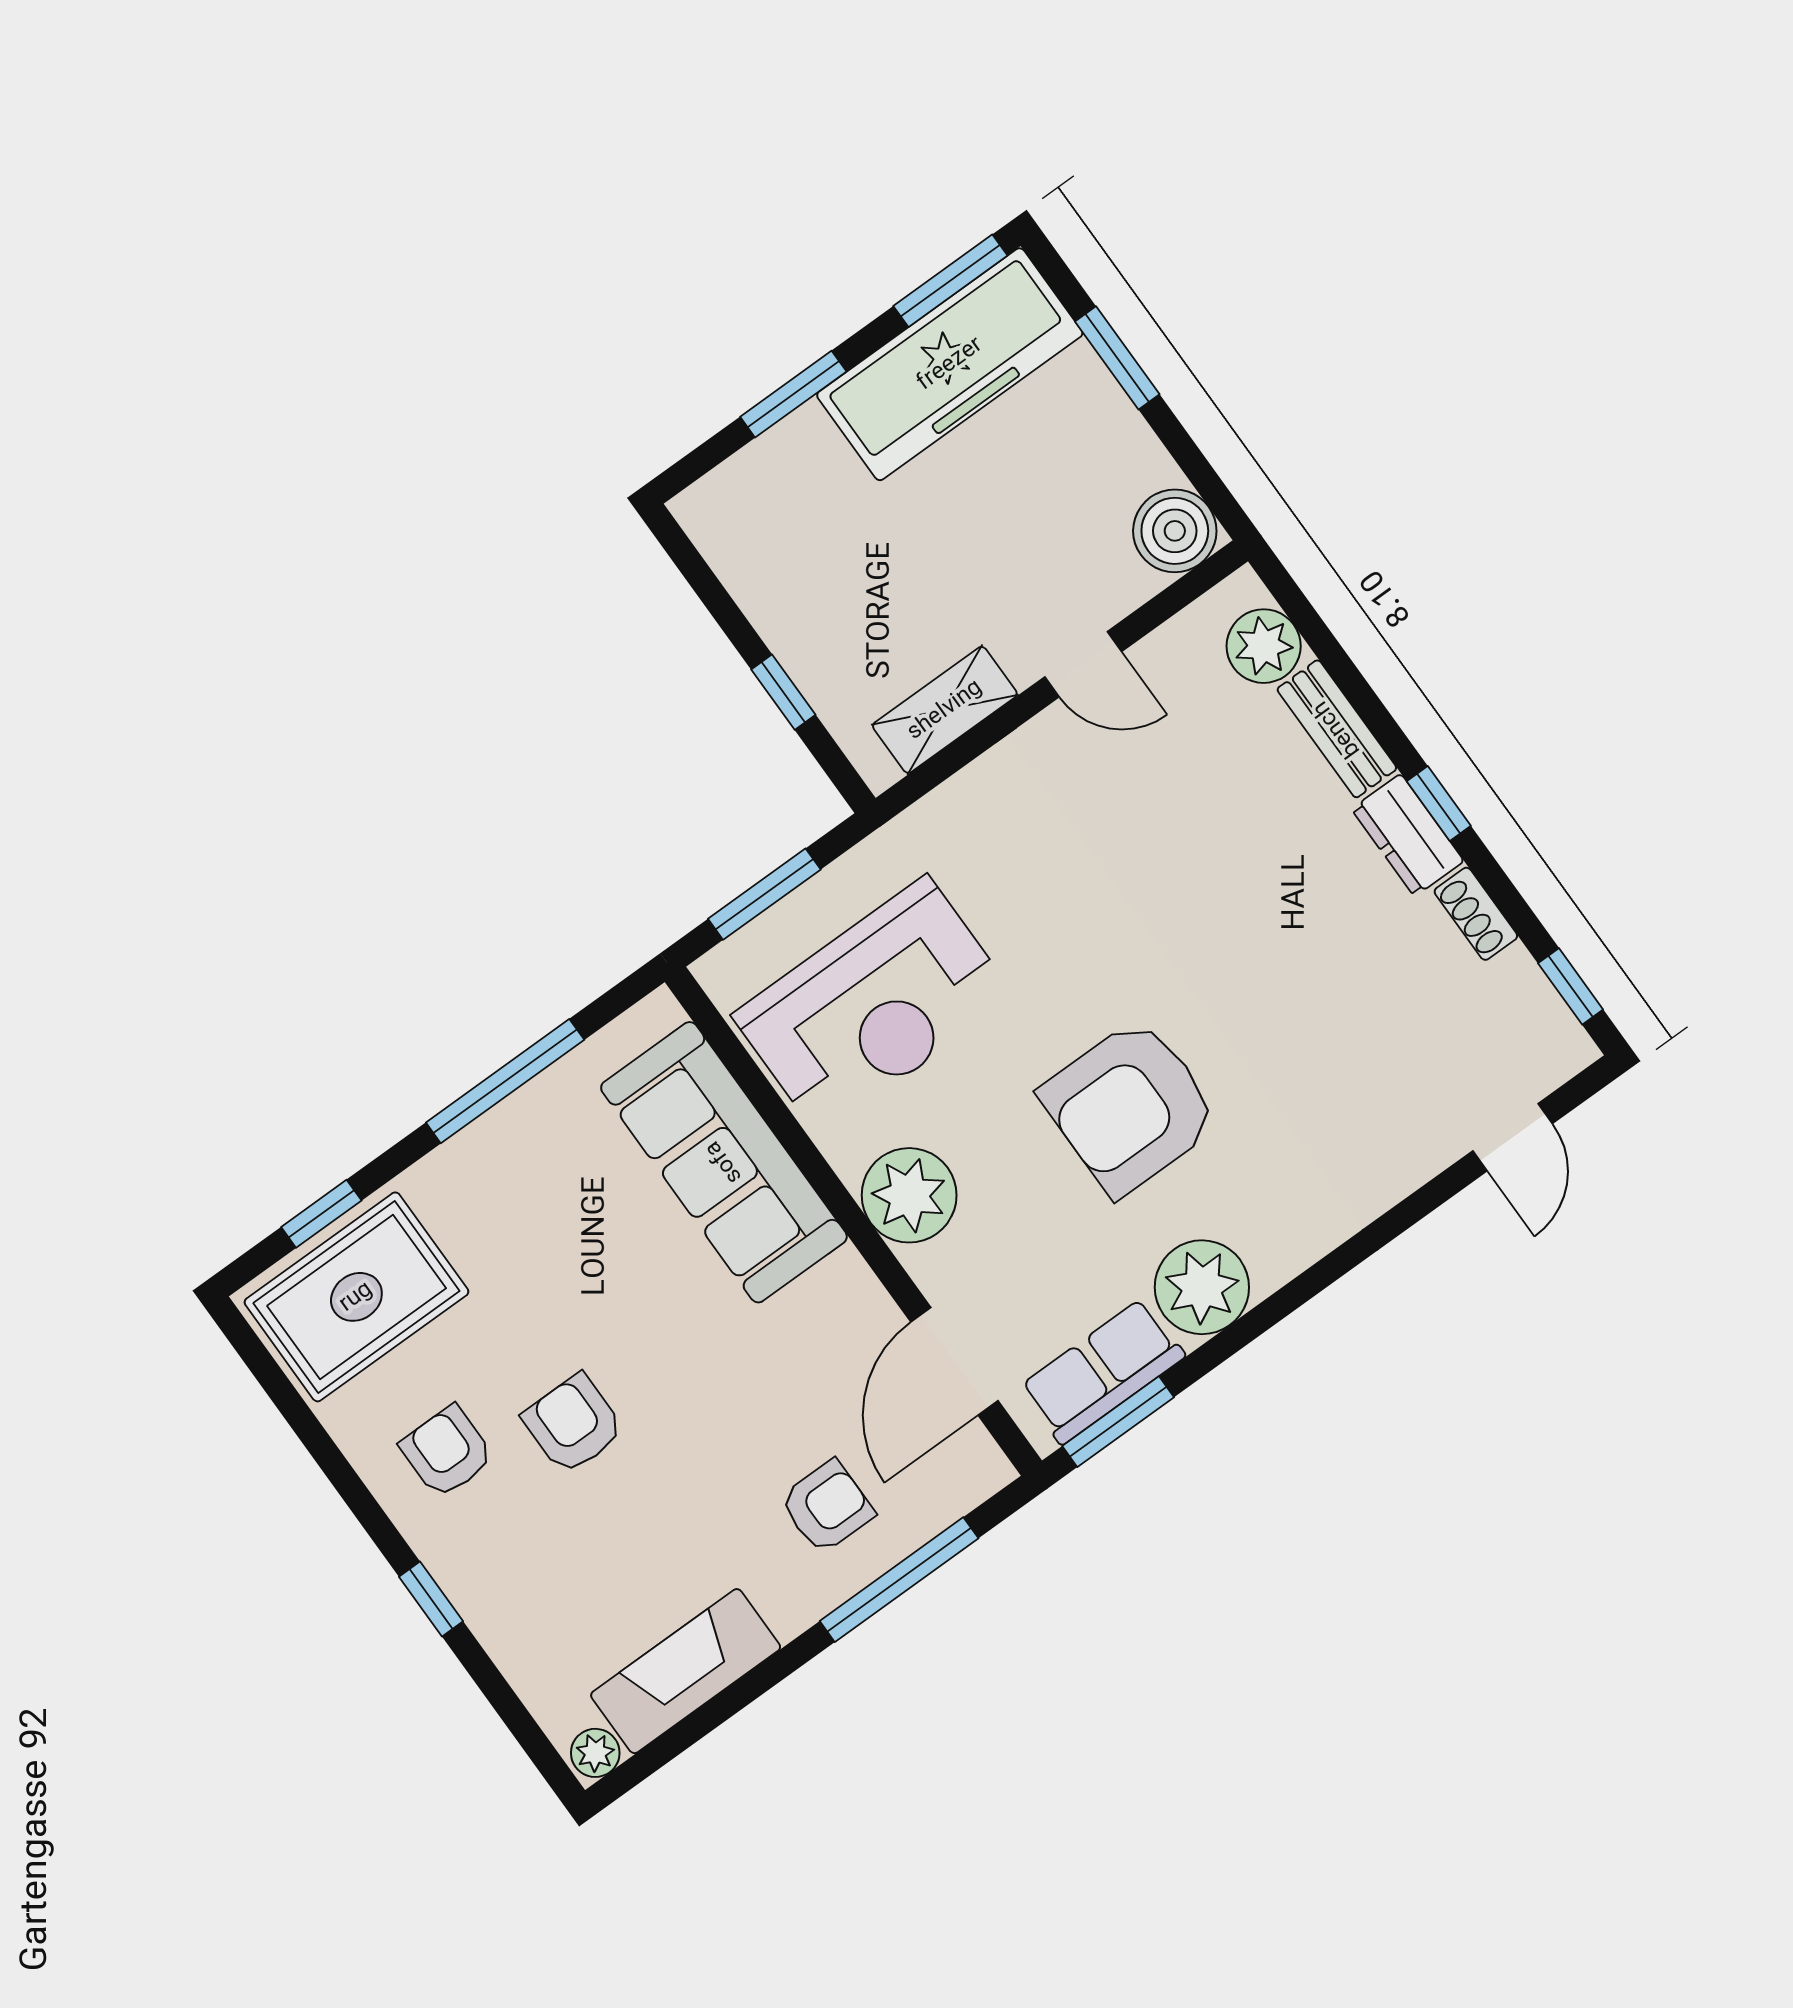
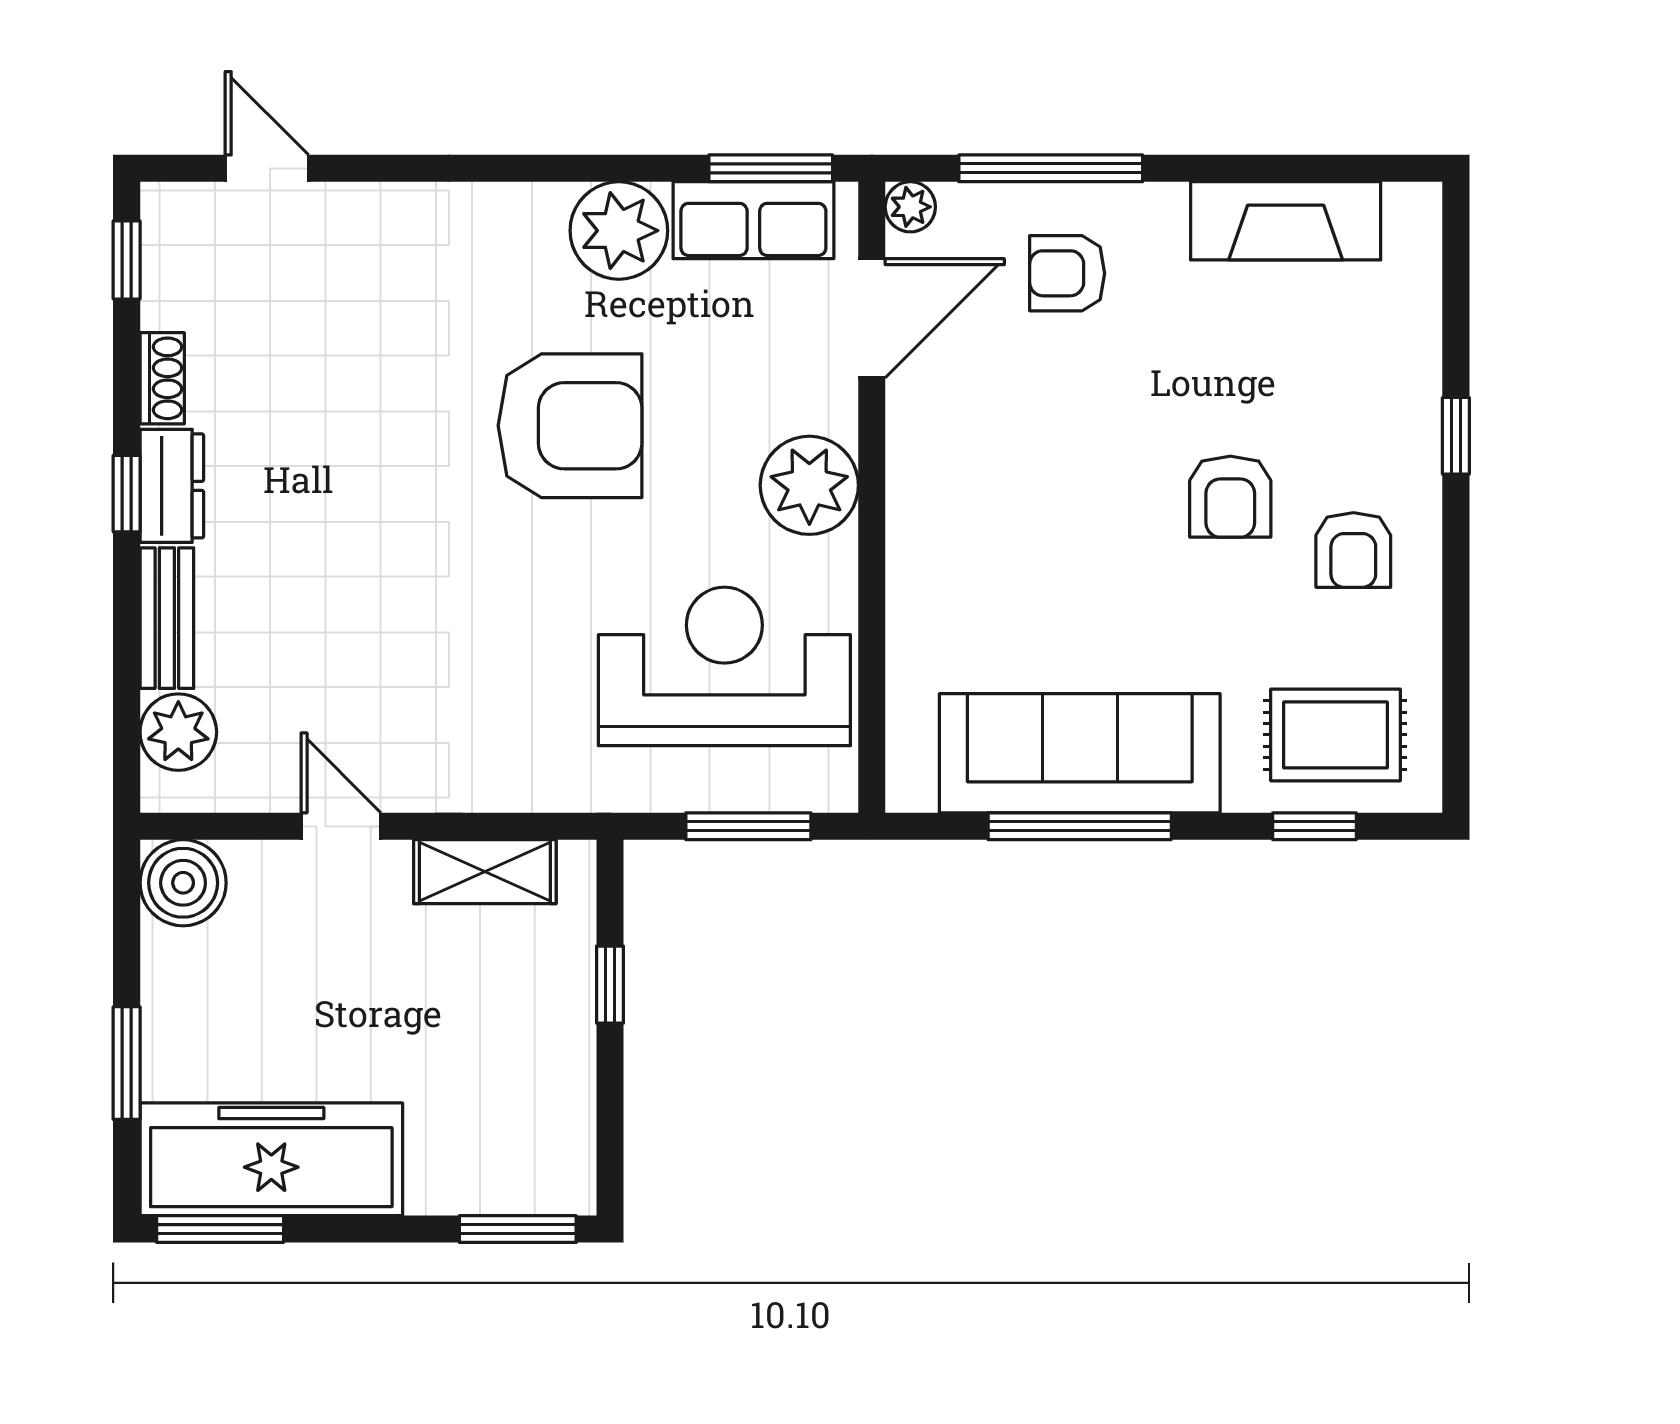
window: (793, 394) -> (518, 1229), moved
door: (1512, 1137) -> (267, 168), hinge flipped
sofa: (724, 1162) -> (1080, 753), moved, turned -90
rug: (356, 1297) -> (1335, 735), width x0.73, depth x0.70
plant: (595, 1753) -> (910, 207), moved

